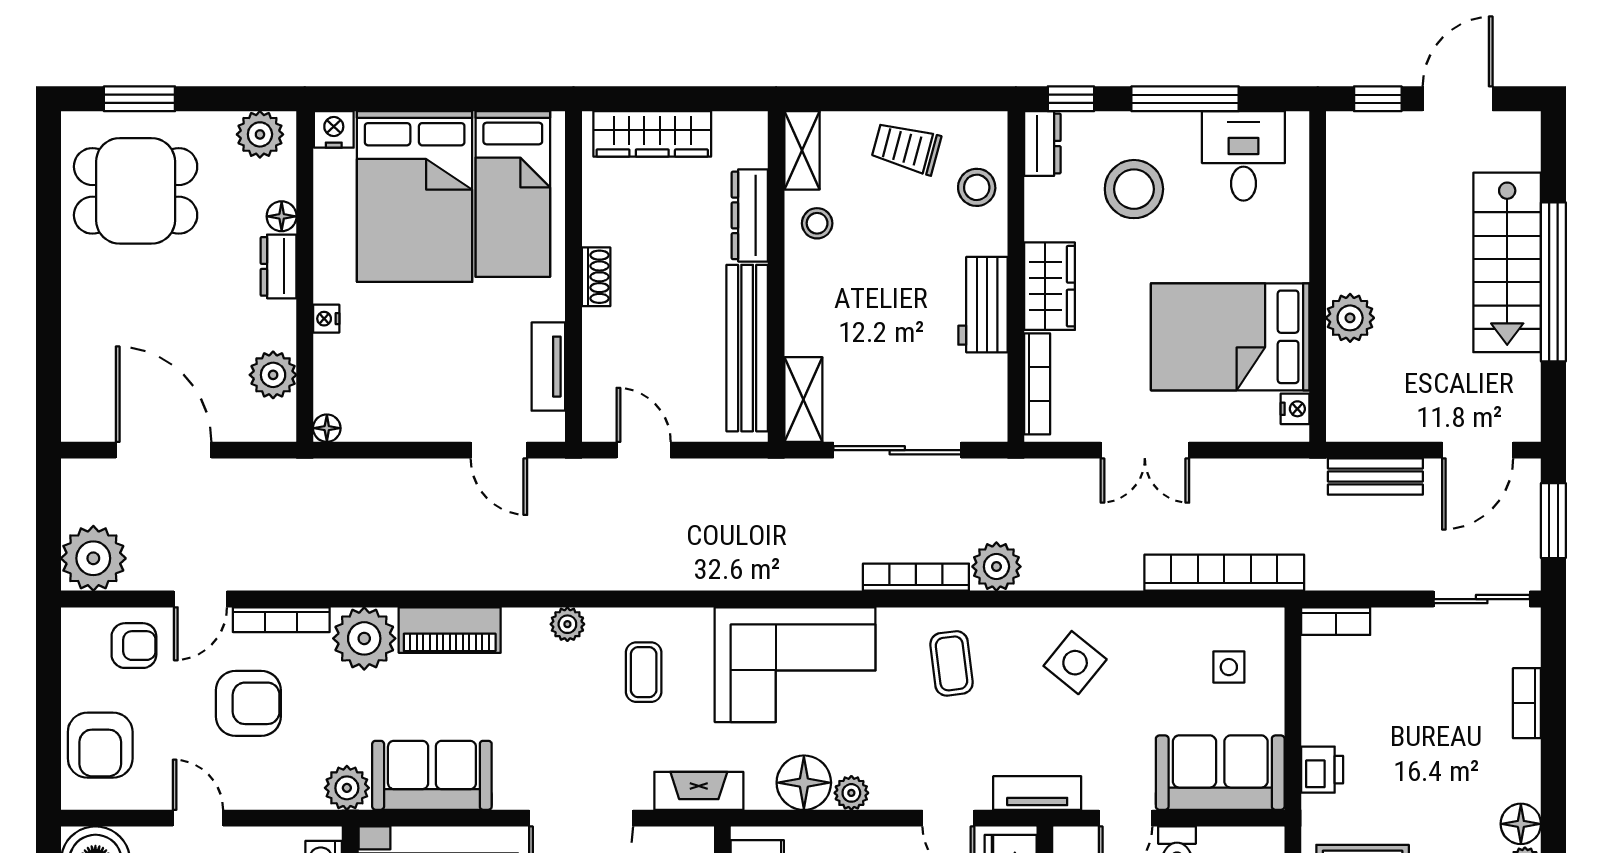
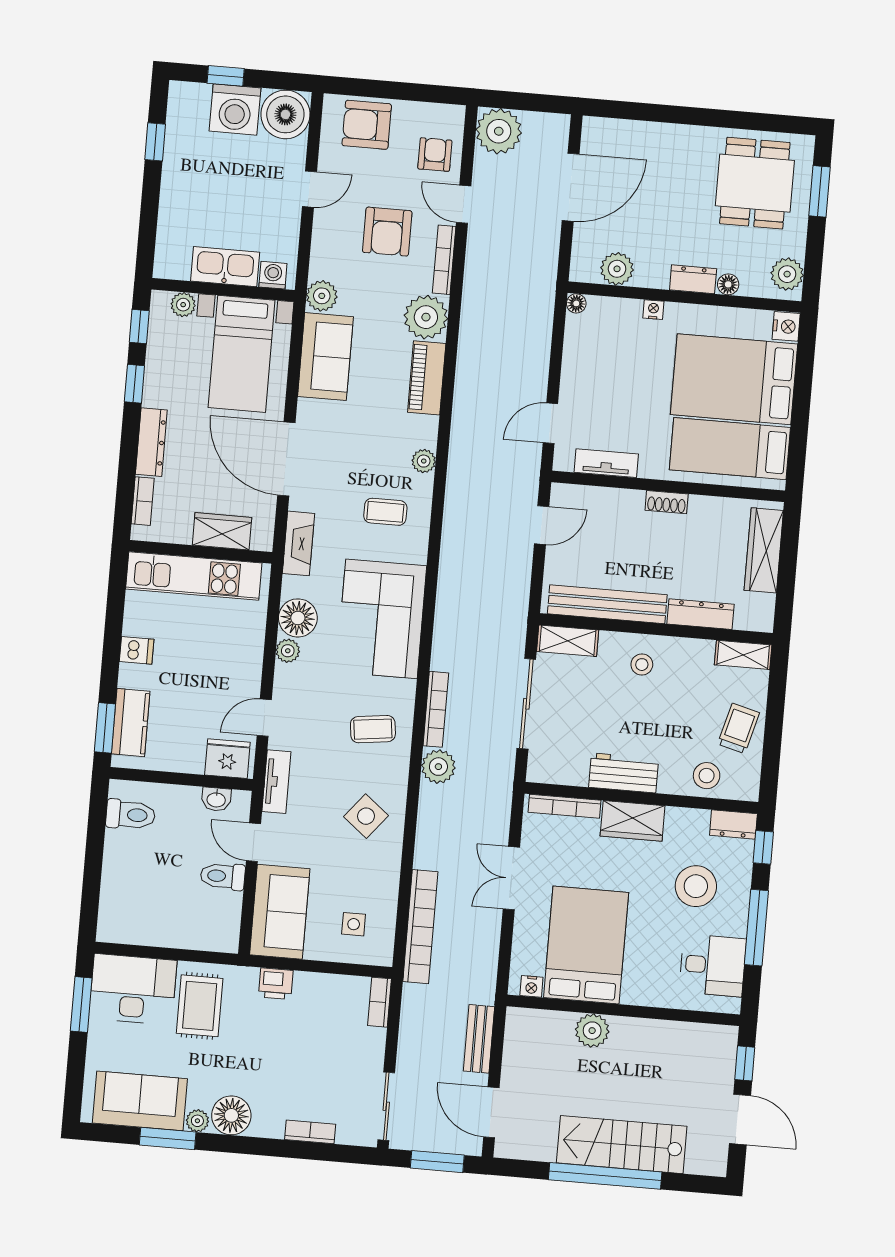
stool: (817, 223) -> (642, 665), moved
armchair: (134, 646) -> (435, 155), turned 180
floor lamp: (1521, 824) -> (231, 1115), width x1.38, depth x1.38

